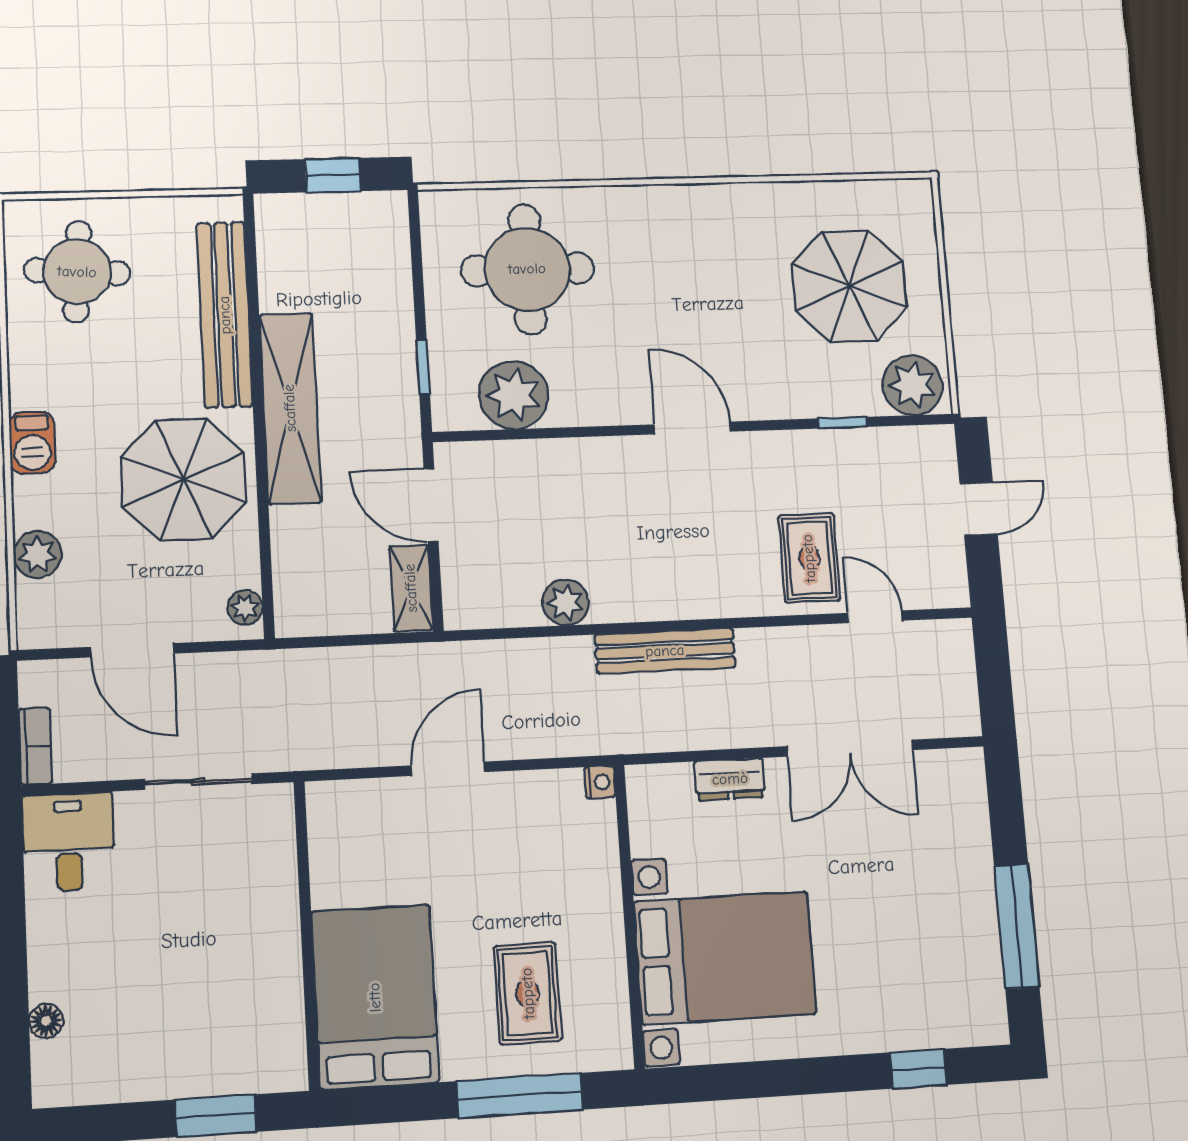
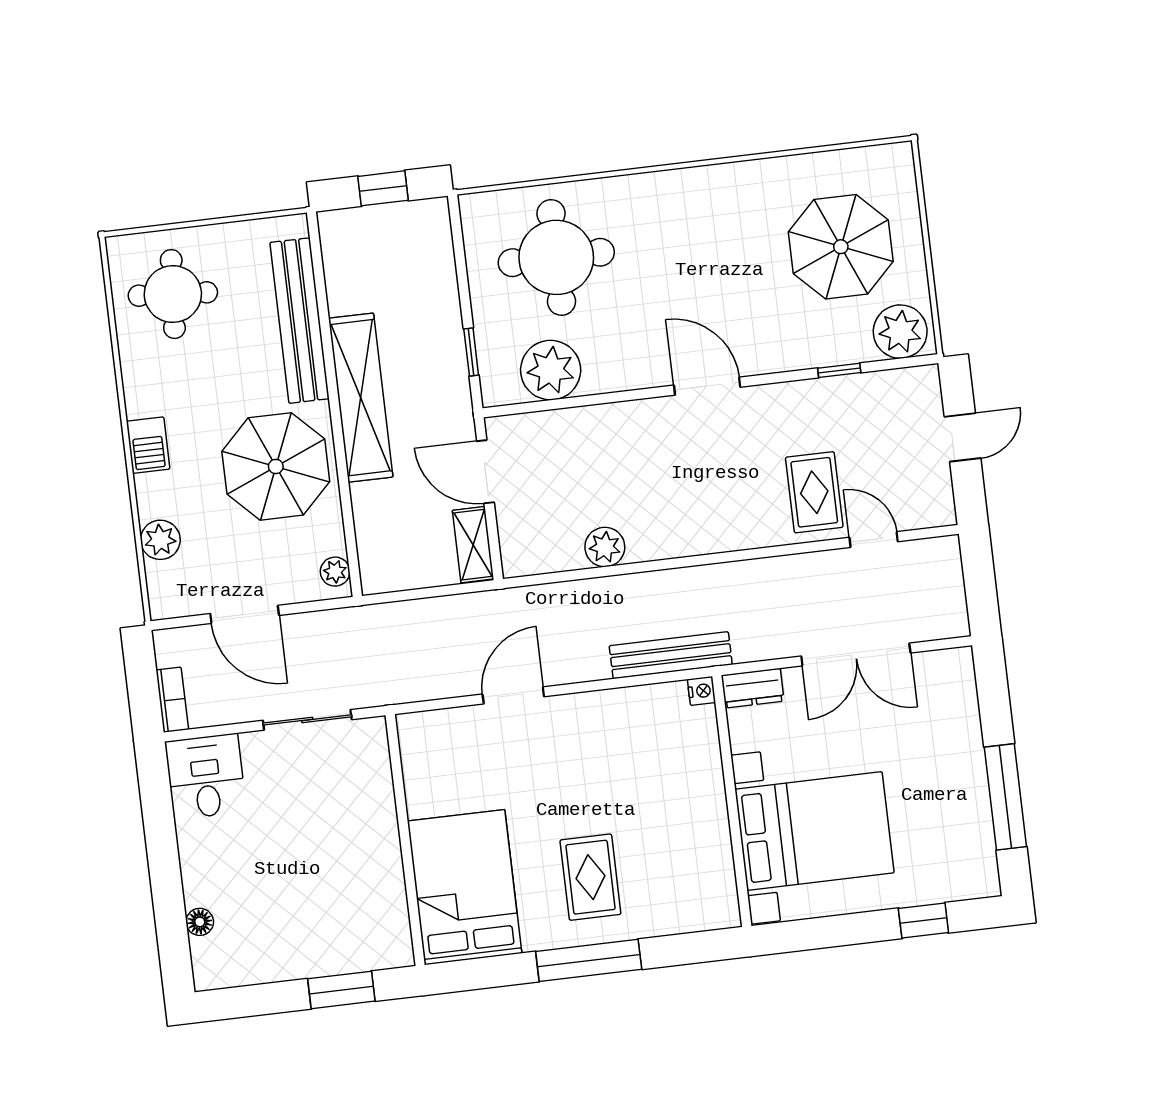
bench: (665, 651) -> (671, 655), moved
nightstand: (600, 782) -> (701, 691), moved
wall: (629, 916) -> (732, 801), moved
bed with nightstands: (725, 958) -> (815, 831), moved

